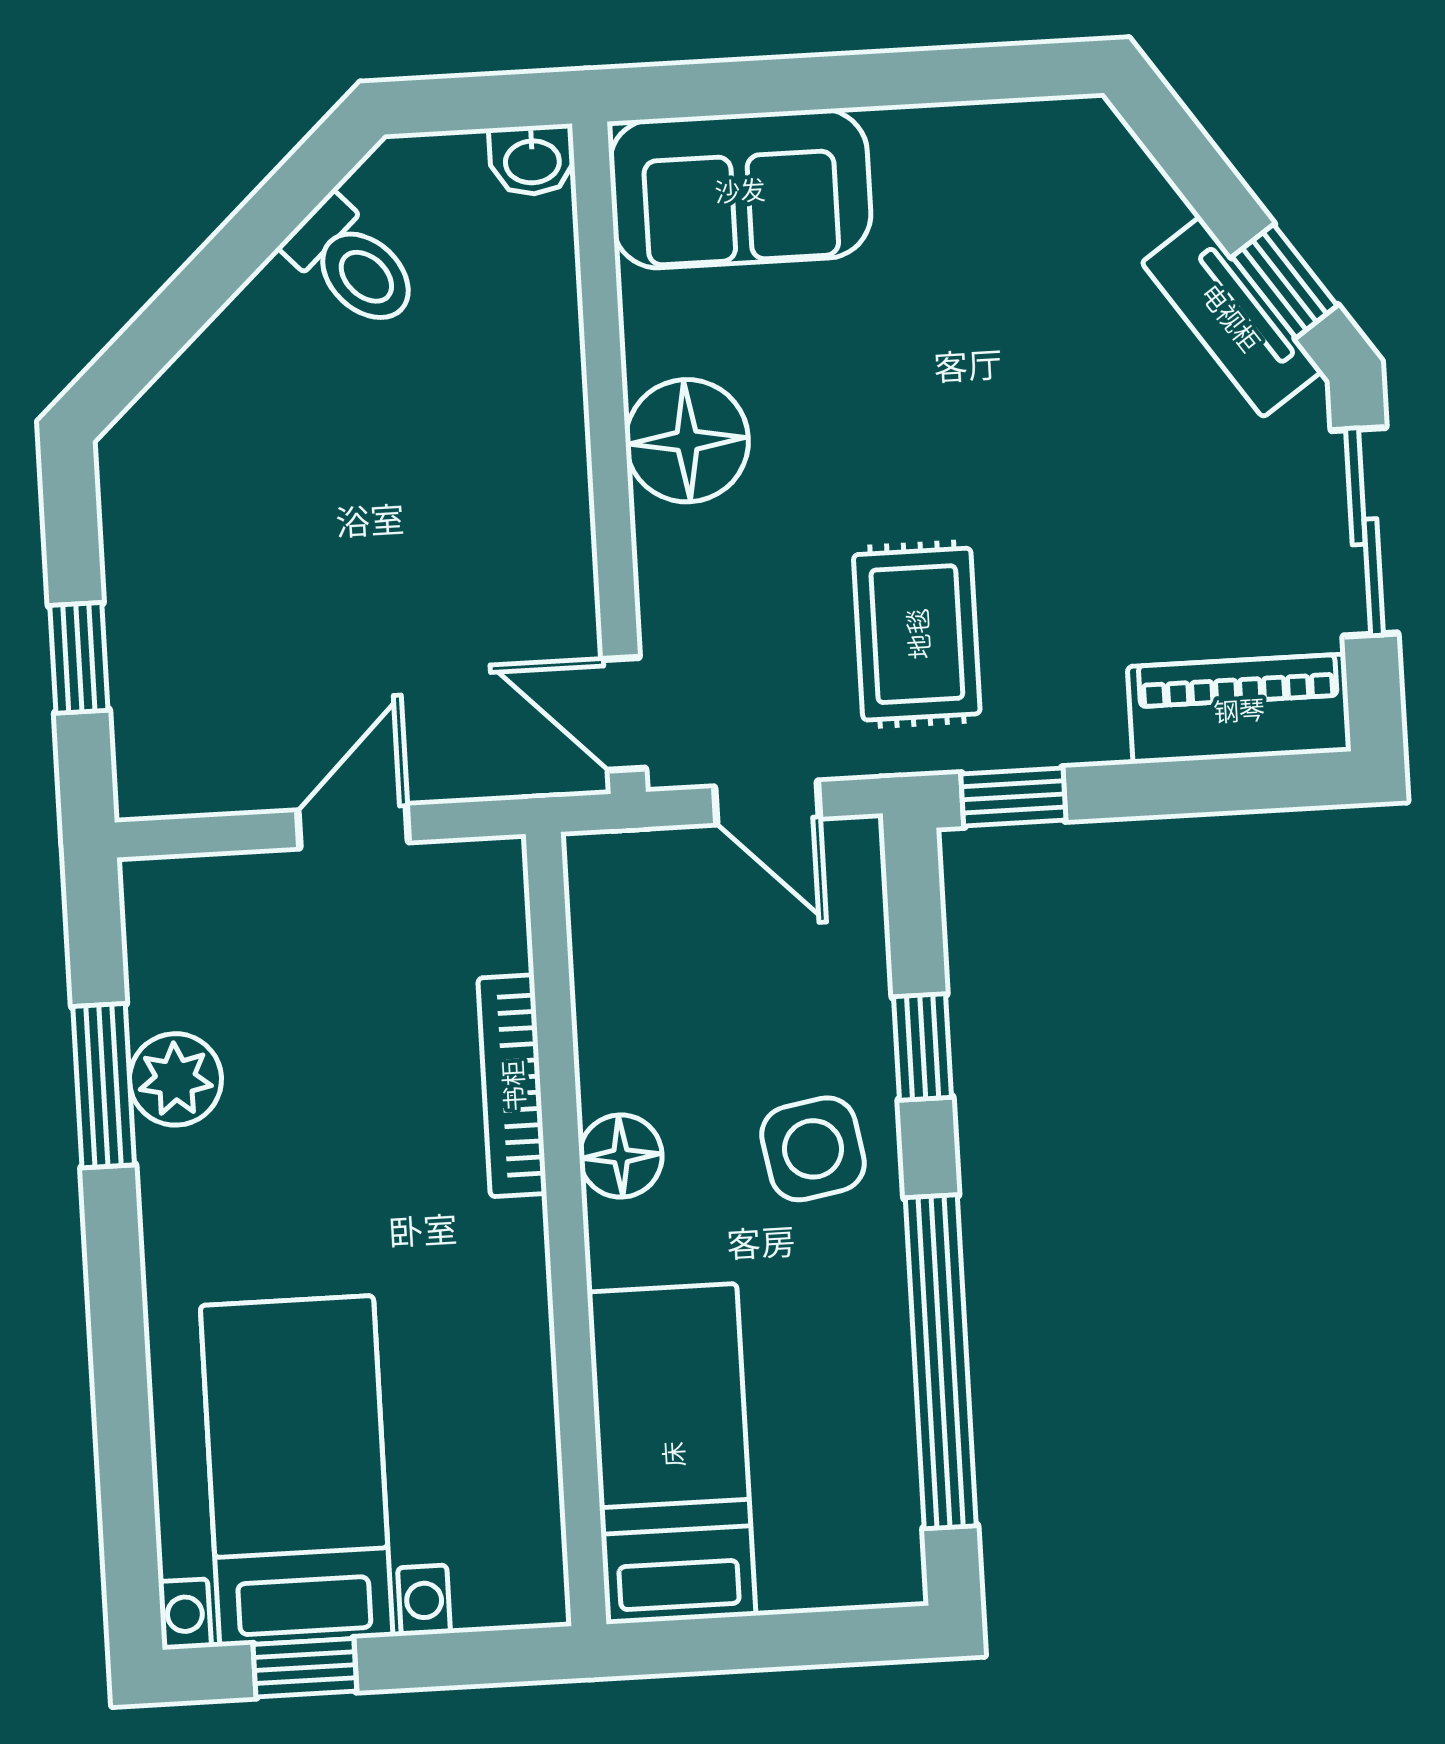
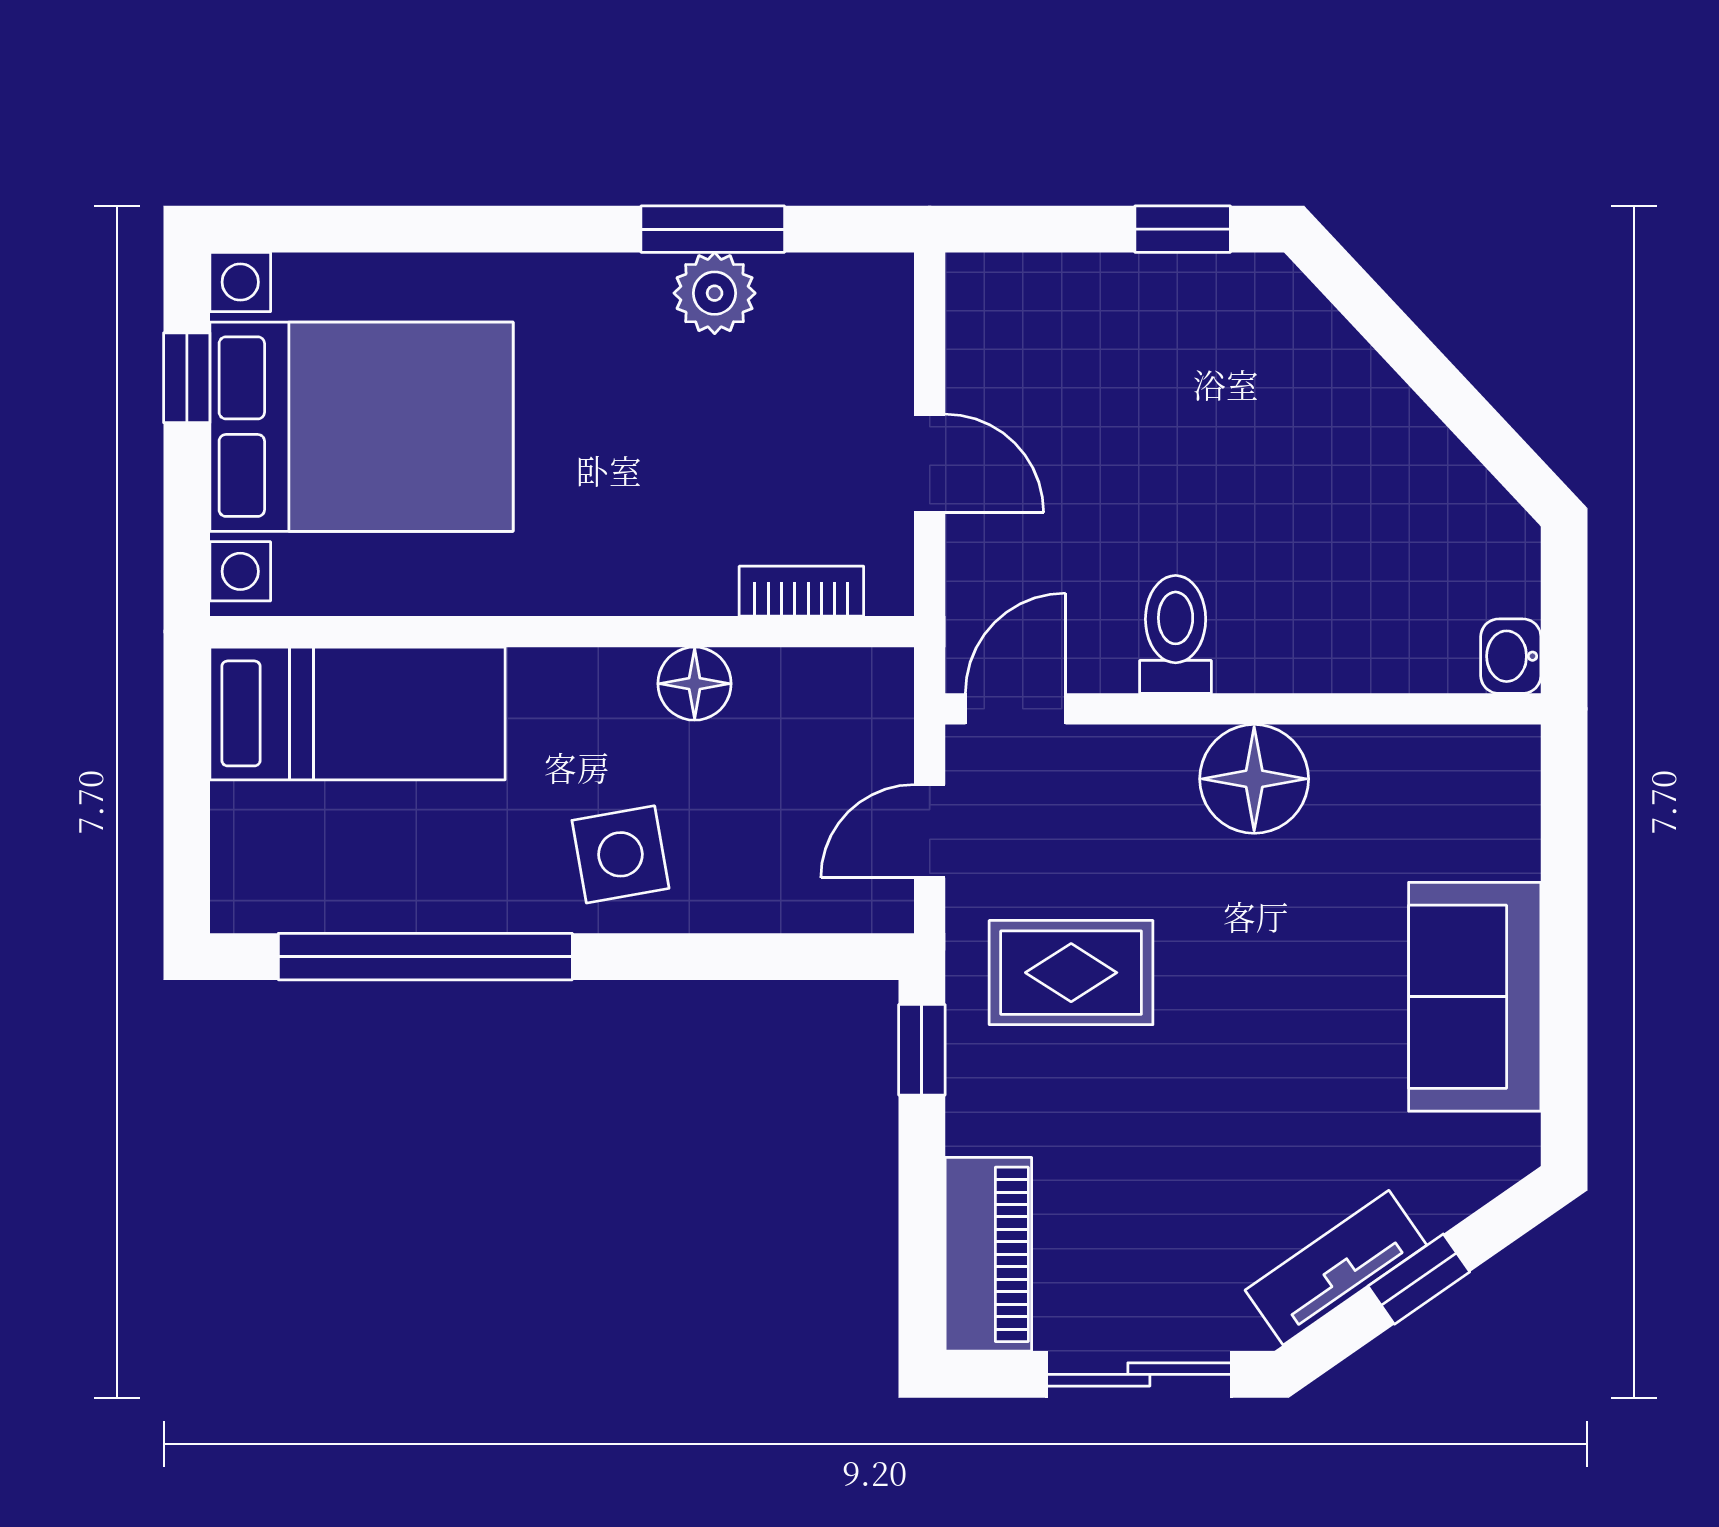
sofa: (740, 189) -> (1475, 997), moved
toilet: (353, 264) -> (1176, 634), moved, turned 133
window: (1285, 281) -> (1419, 1279), moved
window: (79, 658) -> (1183, 229), moved
window: (923, 1047) -> (705, 957), removed
bookcase: (512, 1086) -> (801, 591), moved, width x0.64
floor lamp: (621, 1156) -> (695, 684), moved
bed with nightstands: (297, 1471) -> (362, 427), width x1.36

